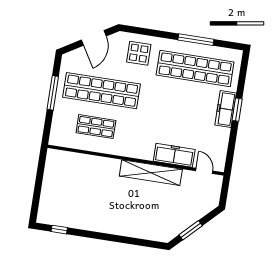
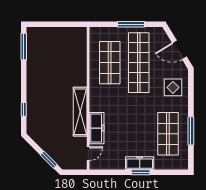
shop shelf: (195, 69) -> (168, 134), width x0.71
shop shelf: (96, 127) -> (110, 63), width x1.43, depth x1.36
window: (59, 230) -> (24, 46), width x2.17
window: (191, 230) -> (49, 160), moved
window: (137, 242) -> (24, 109), added

